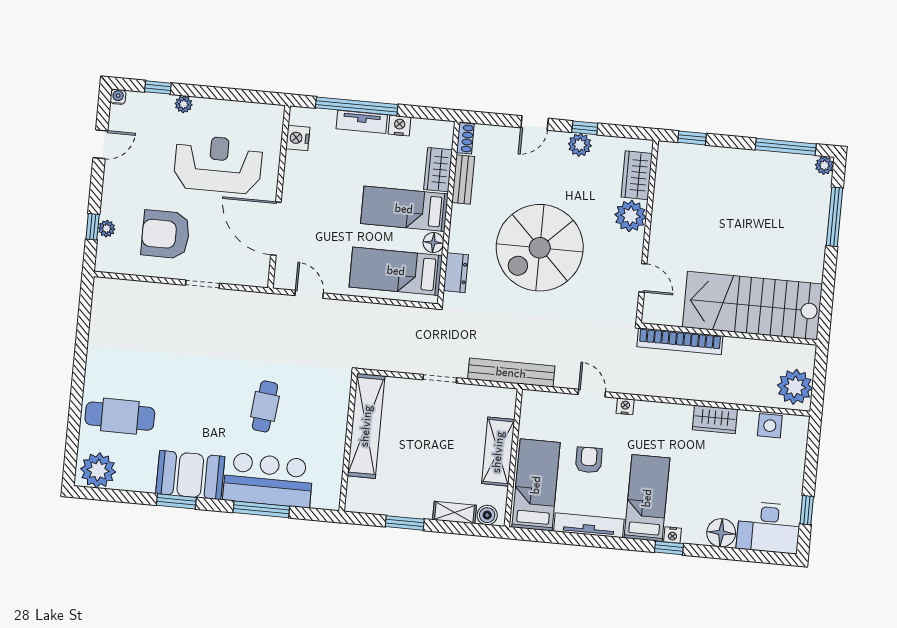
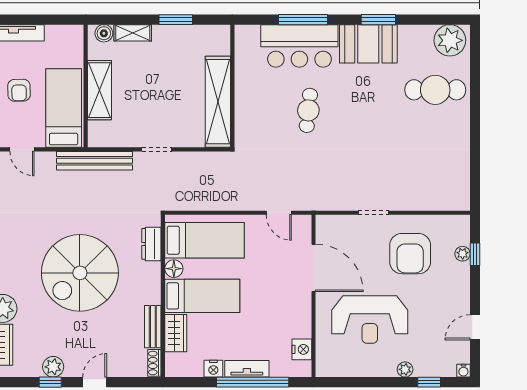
armchair: (166, 234) -> (410, 254), turned 90
spiral stairs: (540, 248) -> (80, 273), turned 180
bed: (536, 485) -> (64, 108), moved, turned 180

